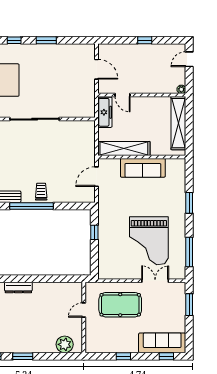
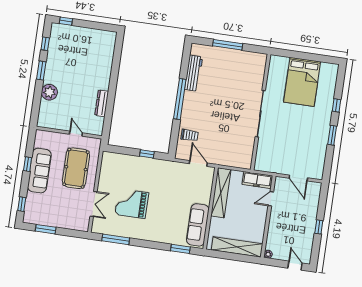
door: (96, 69) -> (298, 178), hinge flipped
sofa: (143, 168) -> (198, 225), moved
trolley: (41, 192) -> (190, 135), moved
window: (189, 203) -> (180, 249), moved
grand piano: (149, 241) -> (132, 204), width x0.73, depth x0.68
dresser: (18, 288) -> (102, 103), moved
window: (189, 305) -> (46, 229), moved
sofa: (162, 343) -> (39, 171), moved
plant: (65, 344) -> (49, 92), moved

